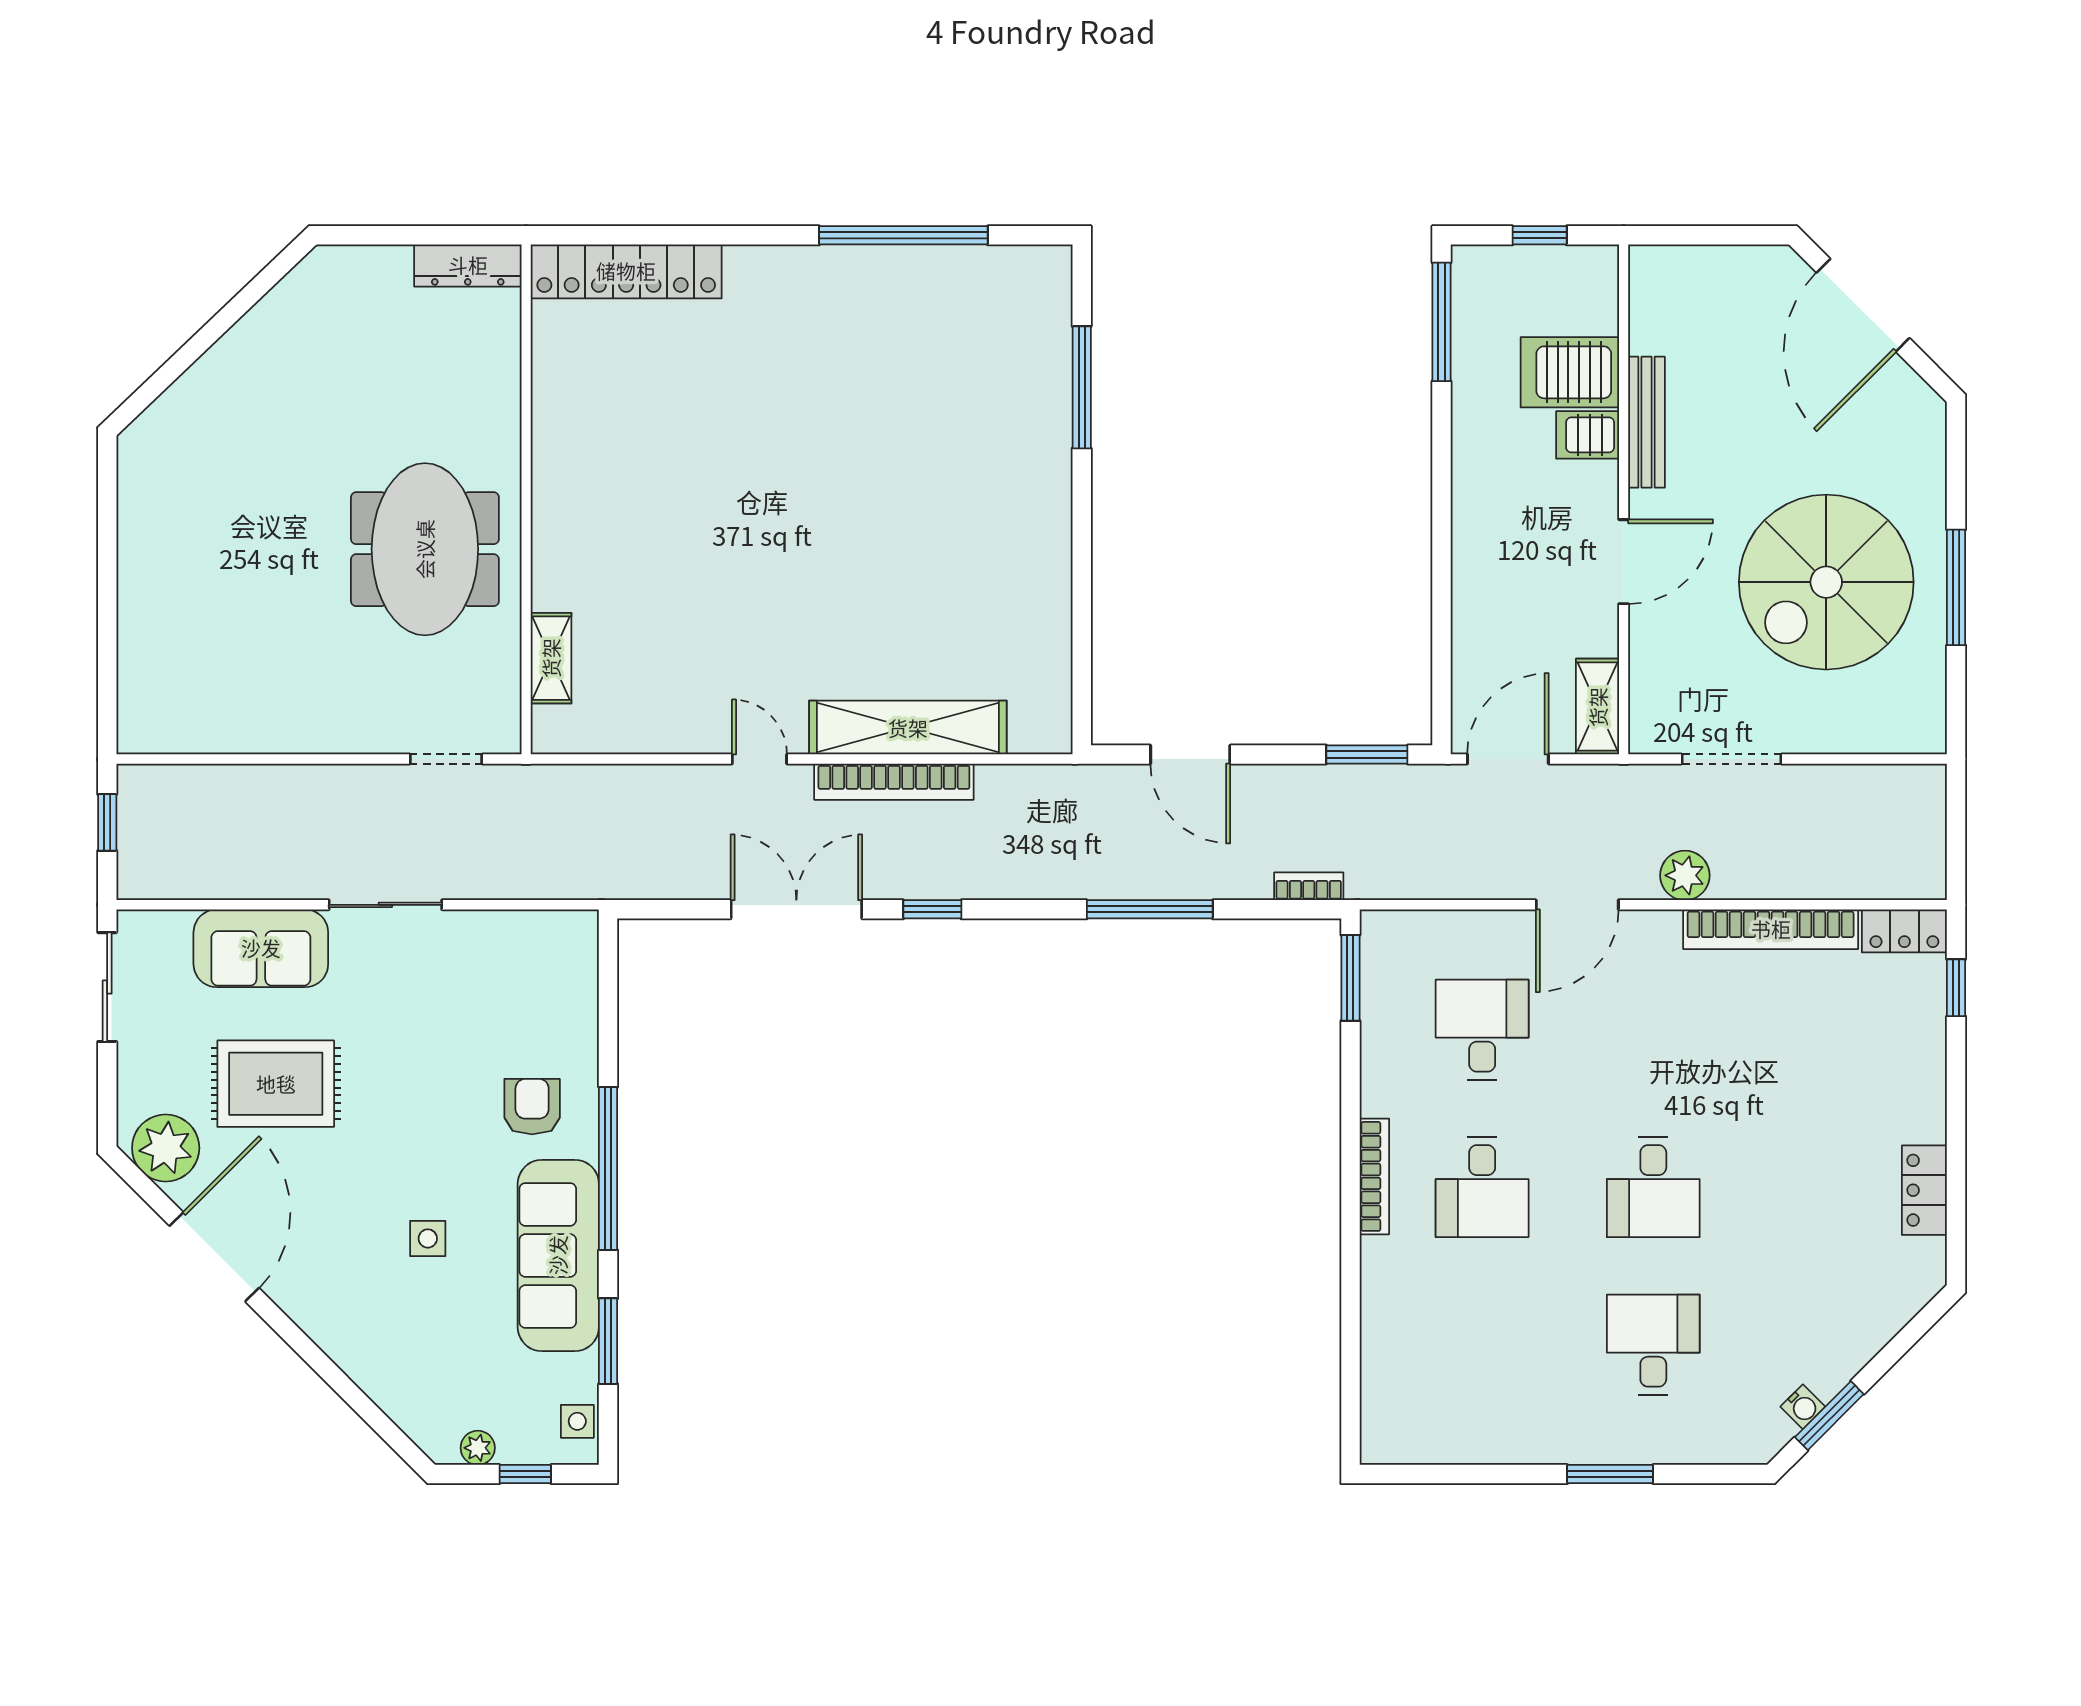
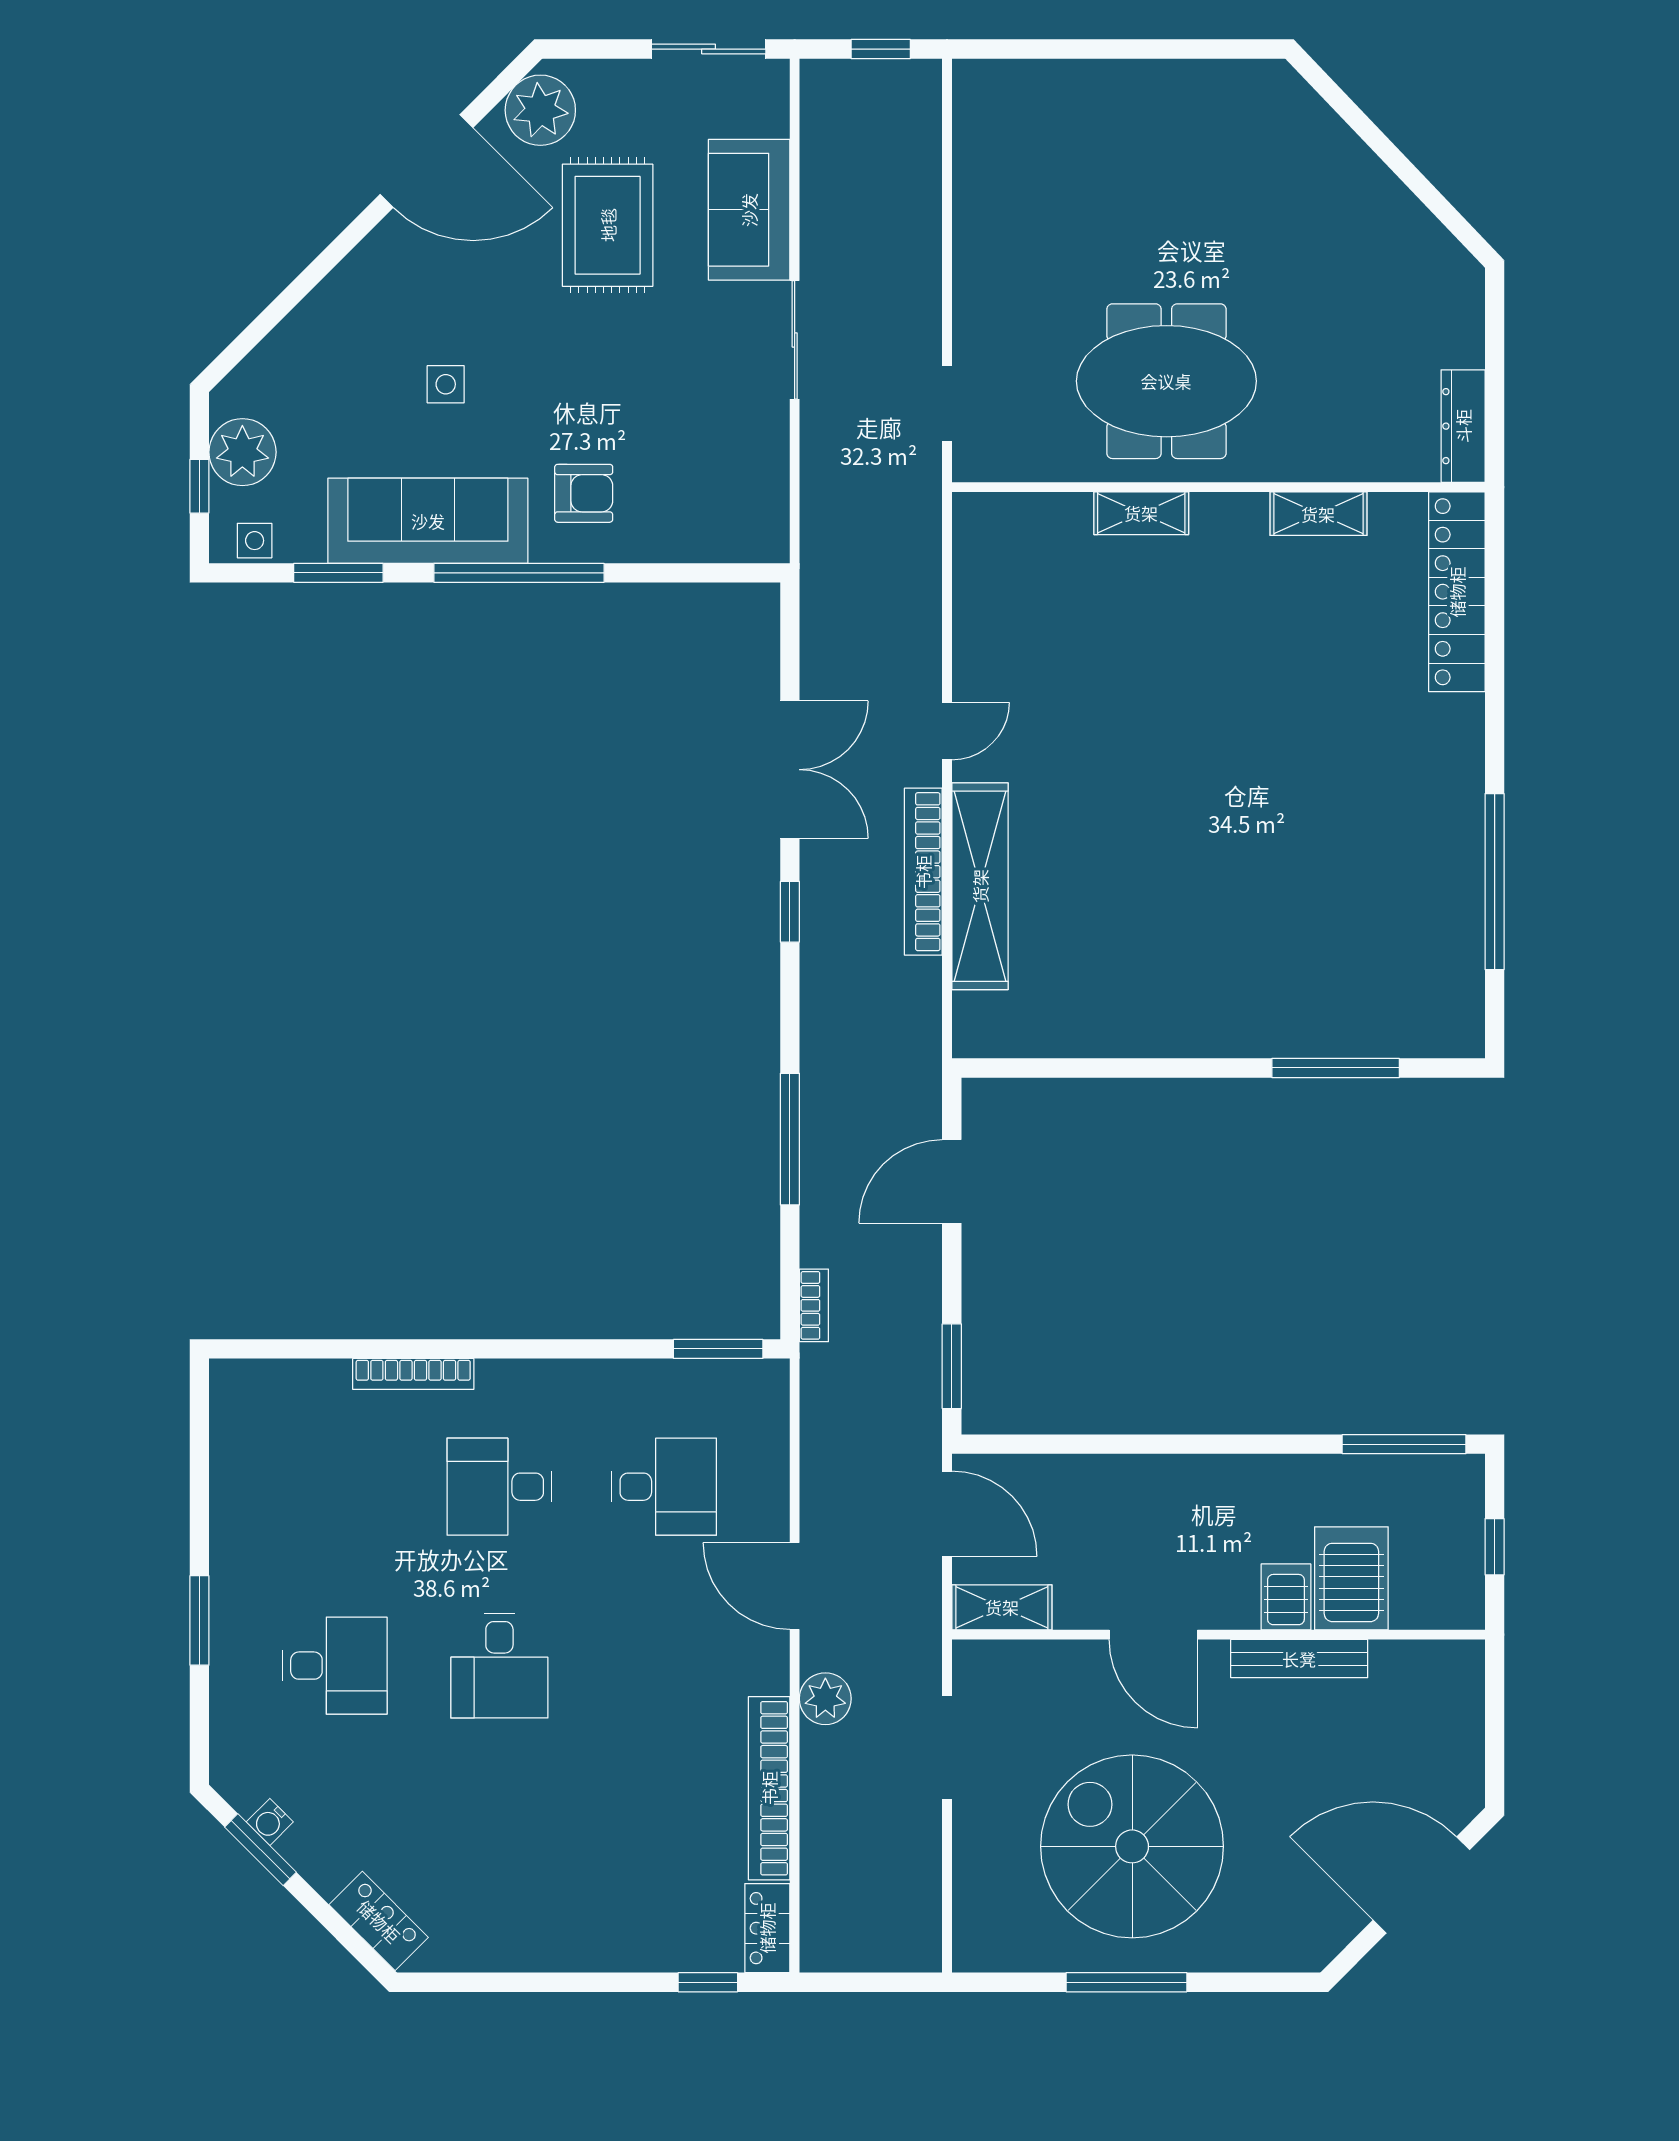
shelving: (552, 404) -> (1318, 514), added
shelving: (551, 658) -> (1141, 513), moved
bookcase: (1374, 1176) -> (413, 1374), moved
desk: (1653, 1187) -> (499, 1666), turned -90
locker: (1924, 1190) -> (379, 1921), moved, turned 45
plant: (478, 1448) -> (242, 452), width x1.88, depth x1.88

